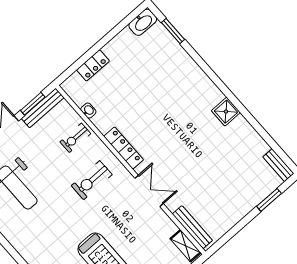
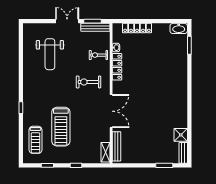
locker: (93, 65) -> (137, 28), width x1.53
shower: (226, 112) -> (181, 135), moved
locker: (124, 148) -> (117, 67), moved
double door: (149, 191) -> (111, 111), width x1.37

